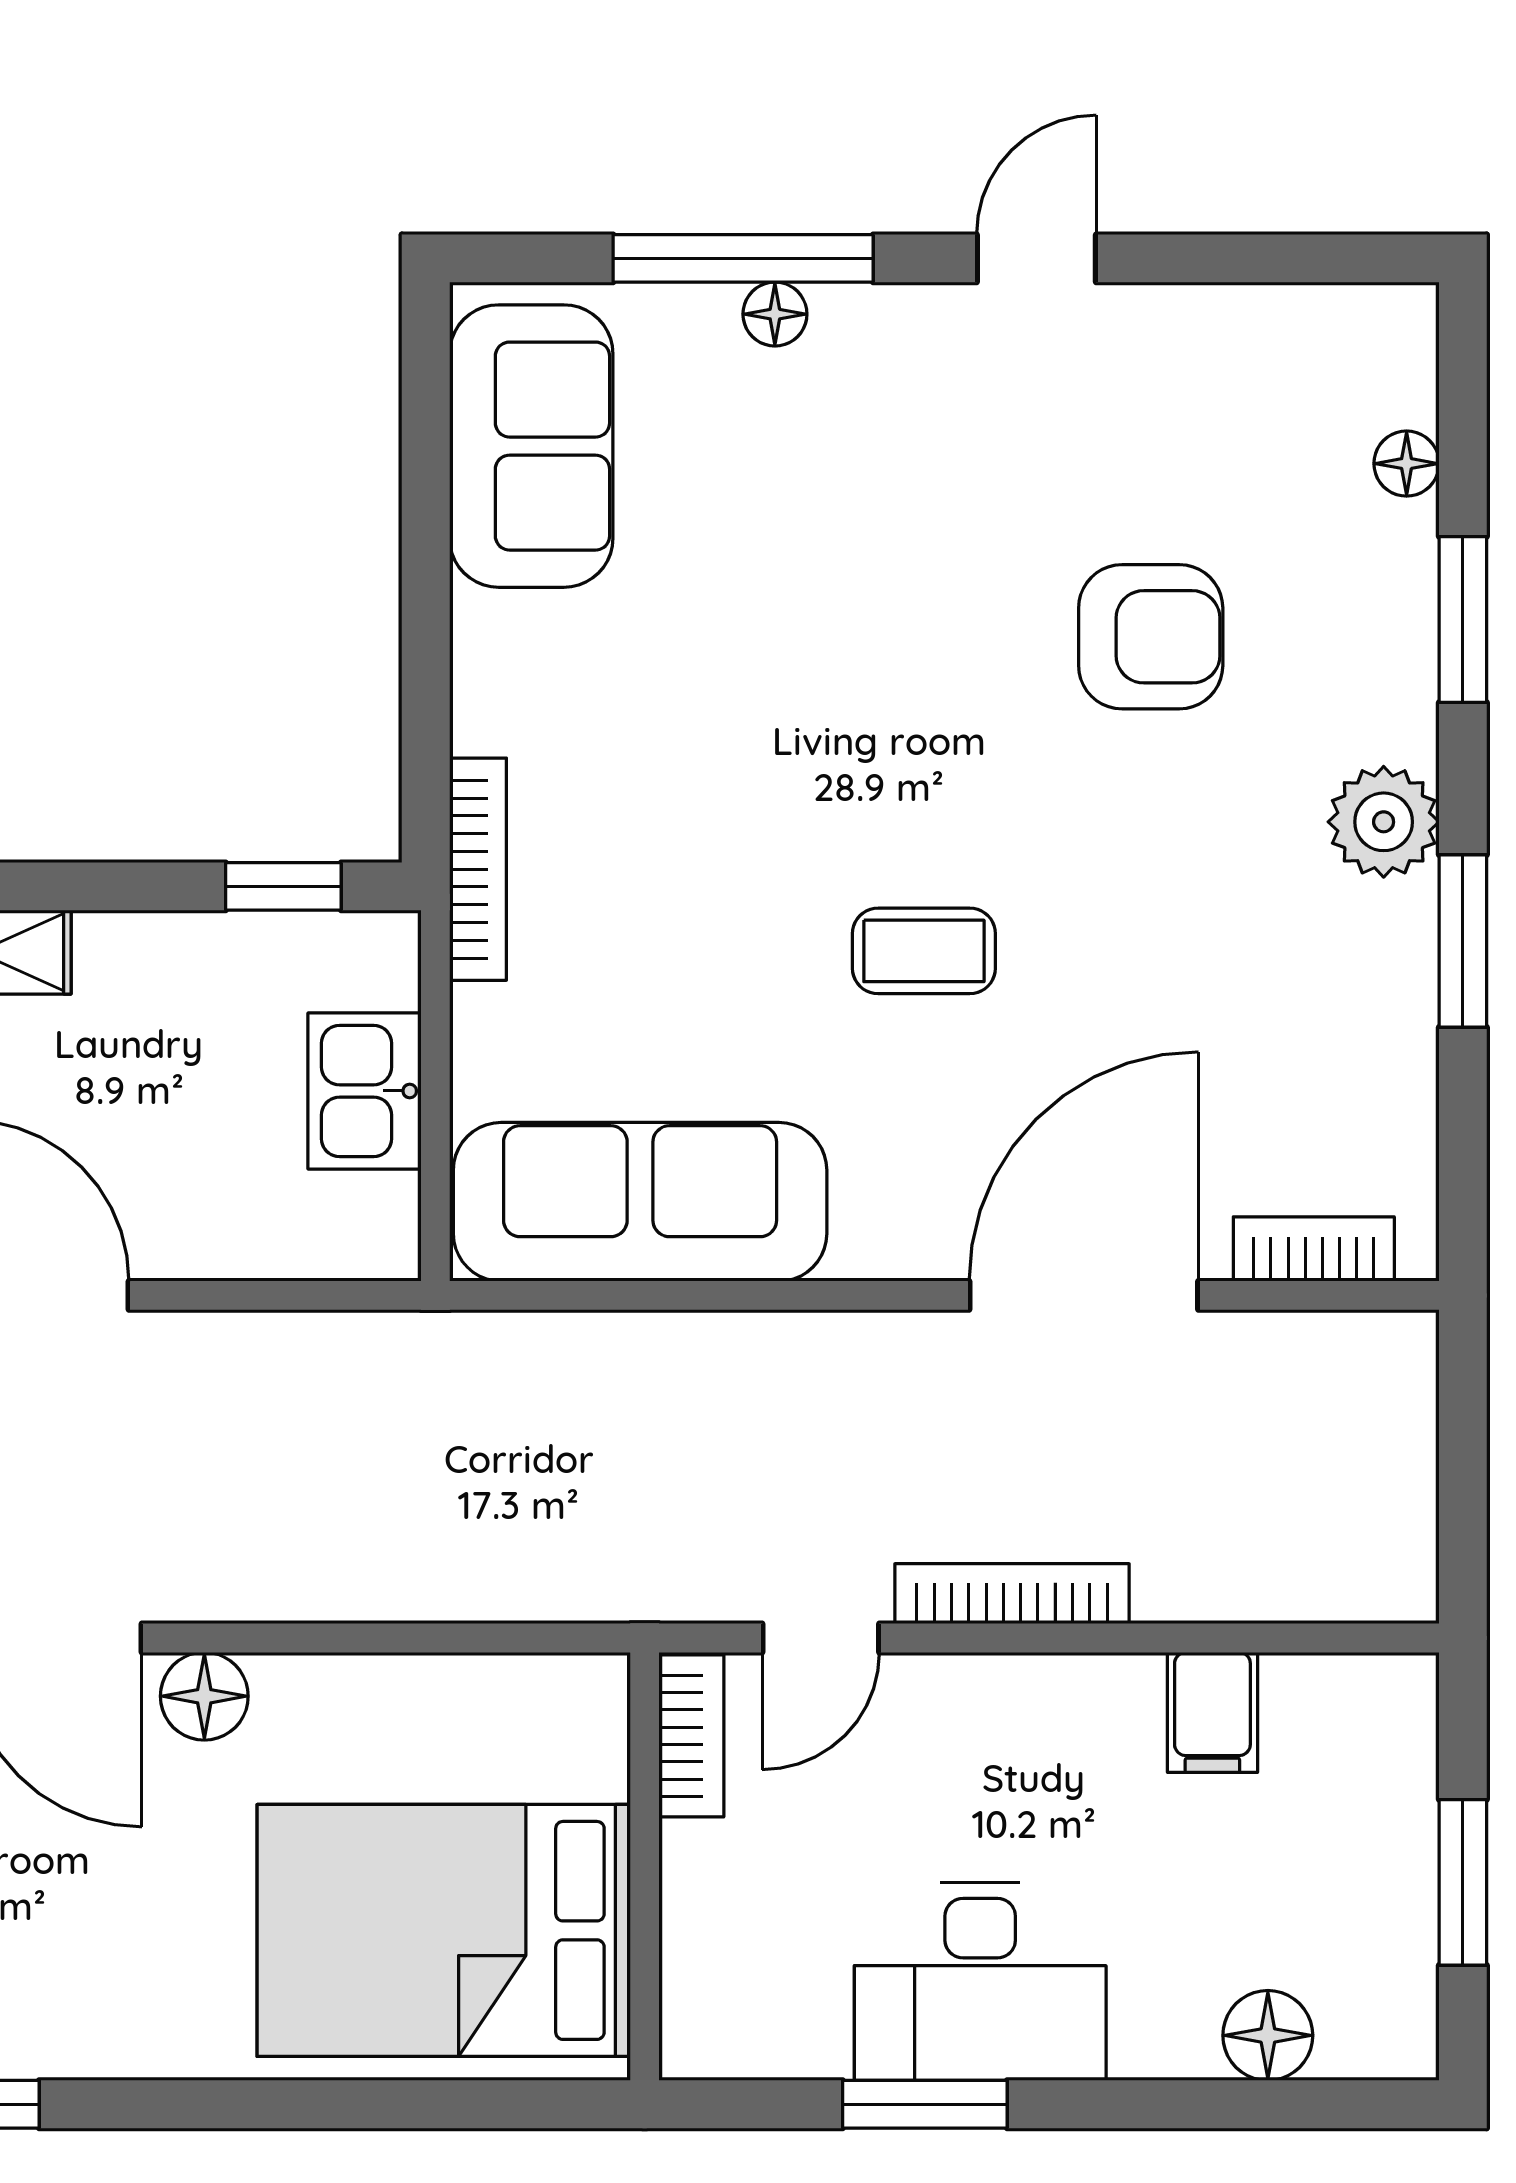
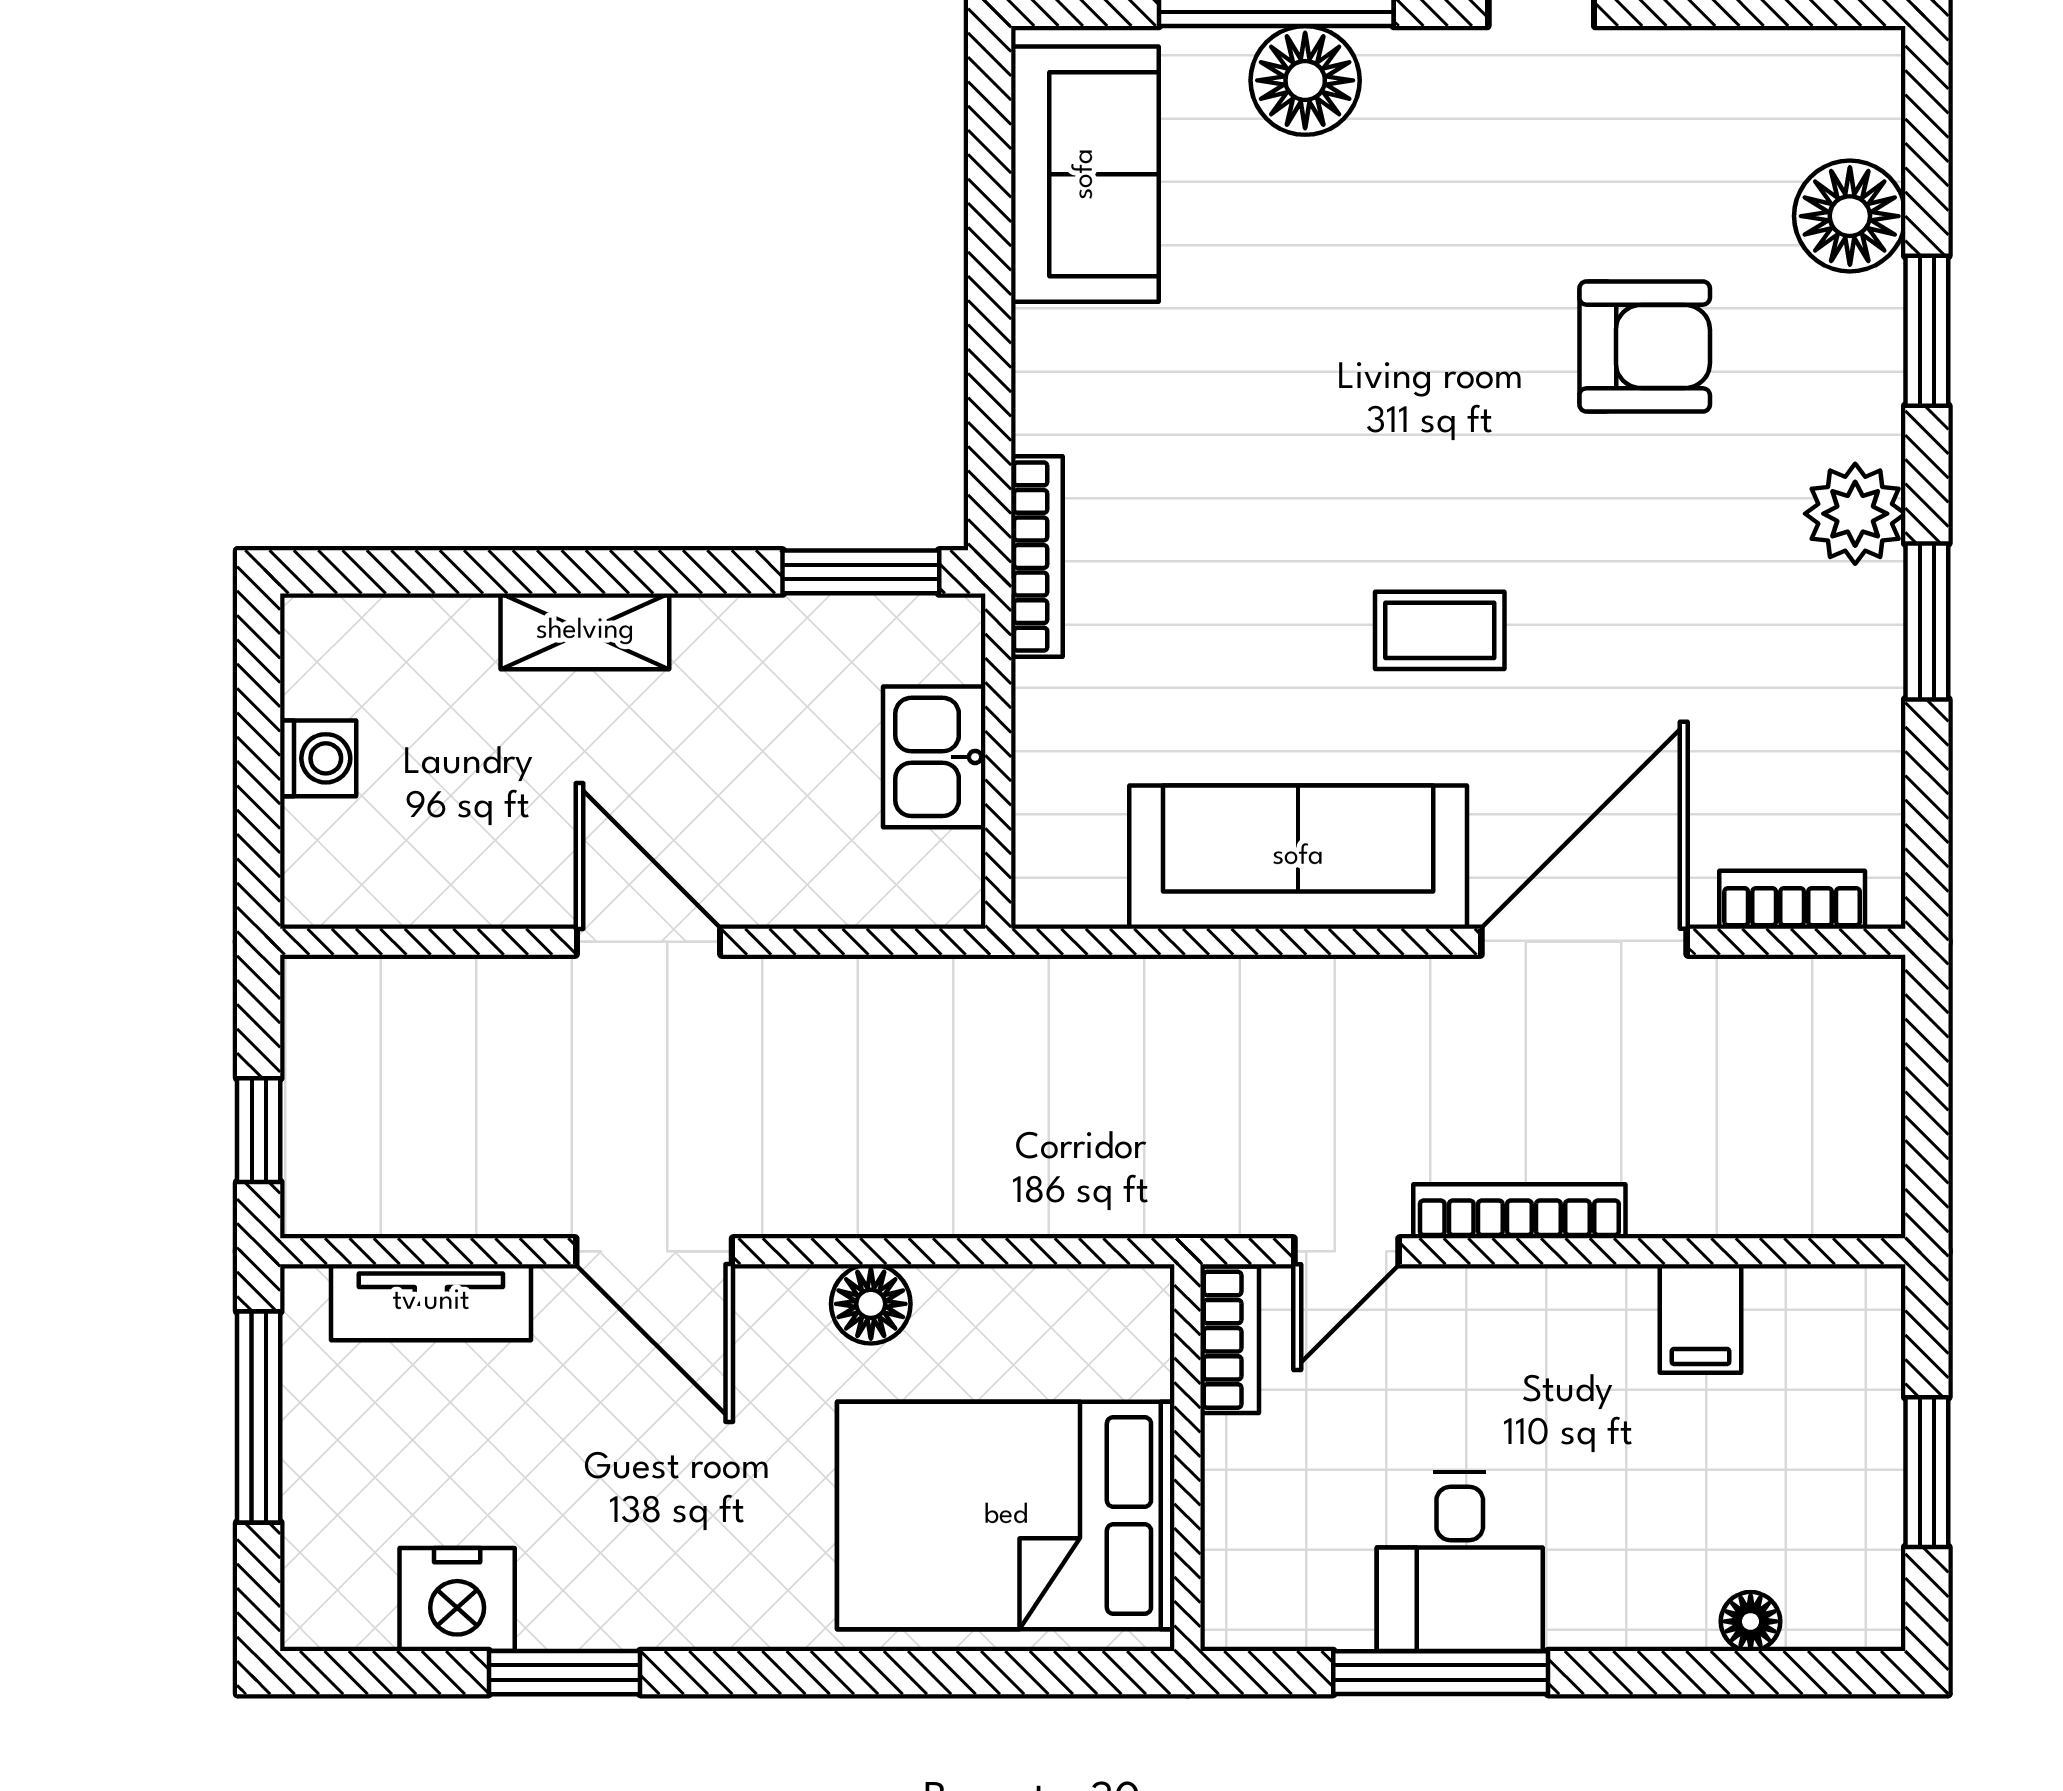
floor lamp: (775, 314) -> (1305, 80), width x1.89, depth x1.89
floor lamp: (1407, 464) -> (1850, 216), width x1.89, depth x1.89
window: (283, 886) -> (861, 572), width x1.50
sofa: (640, 1202) -> (1298, 857), moved
floor lamp: (204, 1696) -> (871, 1304), moved
desk: (980, 1982) -> (1460, 1562), width x0.73
floor lamp: (1268, 2035) -> (1751, 1621), width x0.73, depth x0.73
window: (925, 2104) -> (1441, 1673), width x1.44

